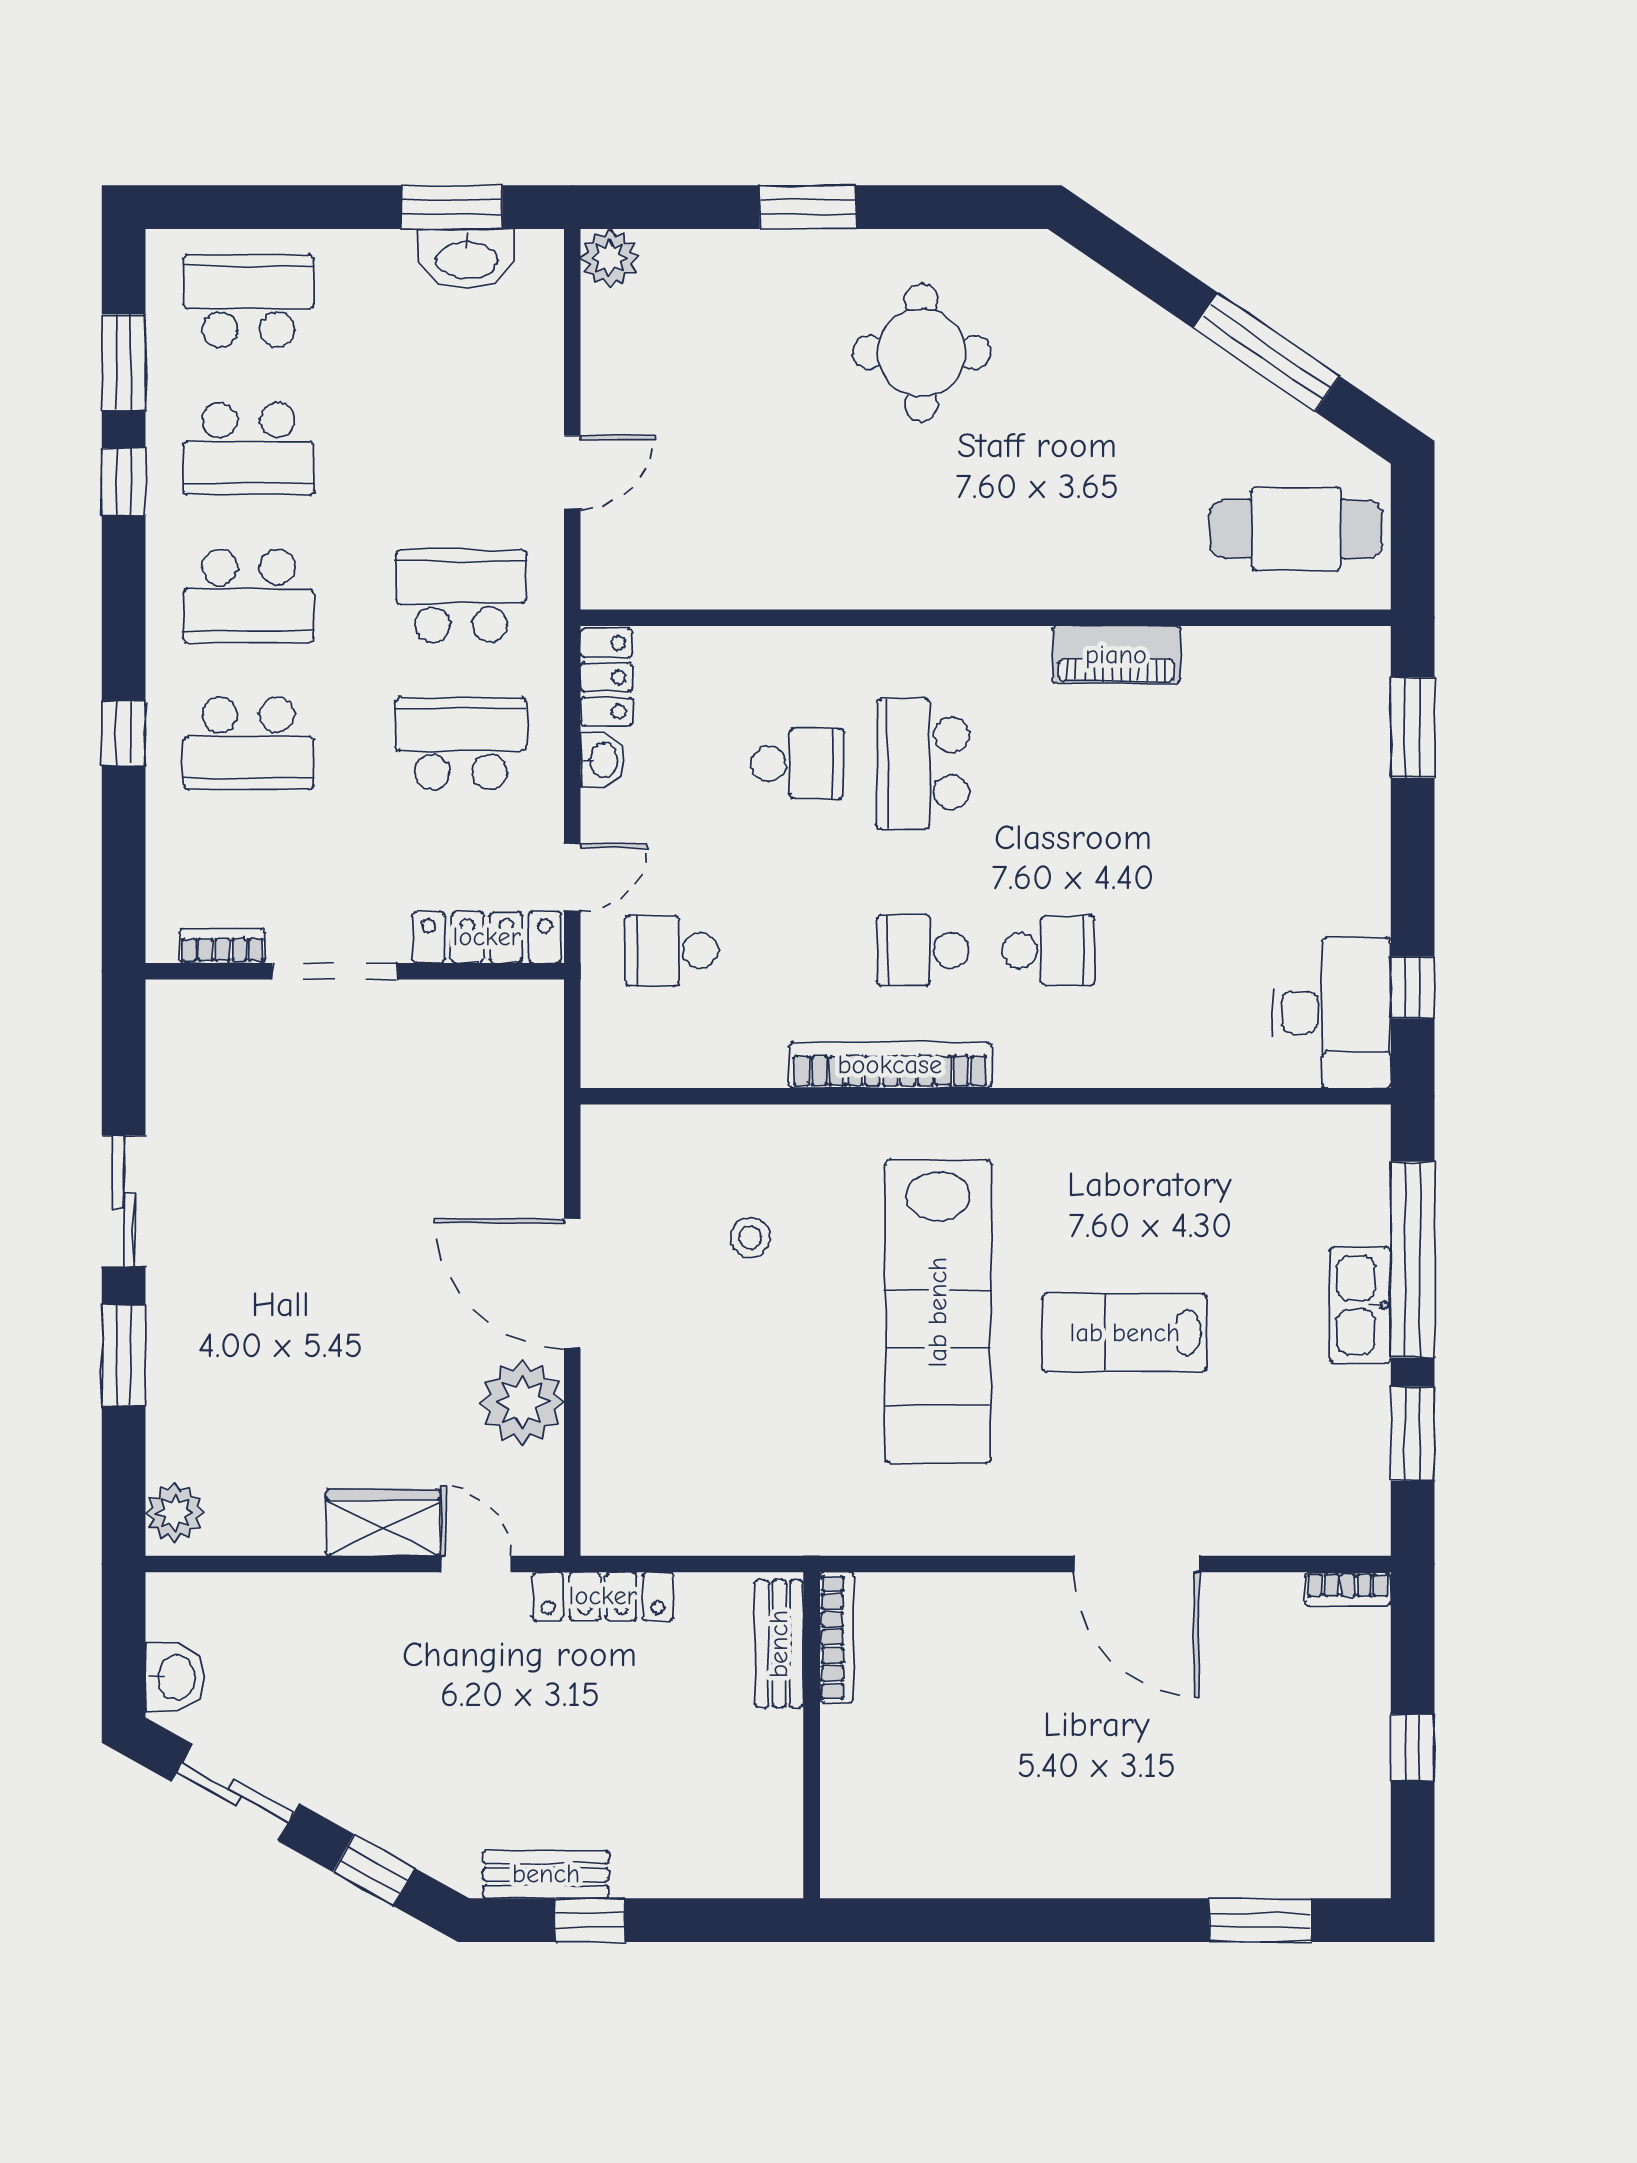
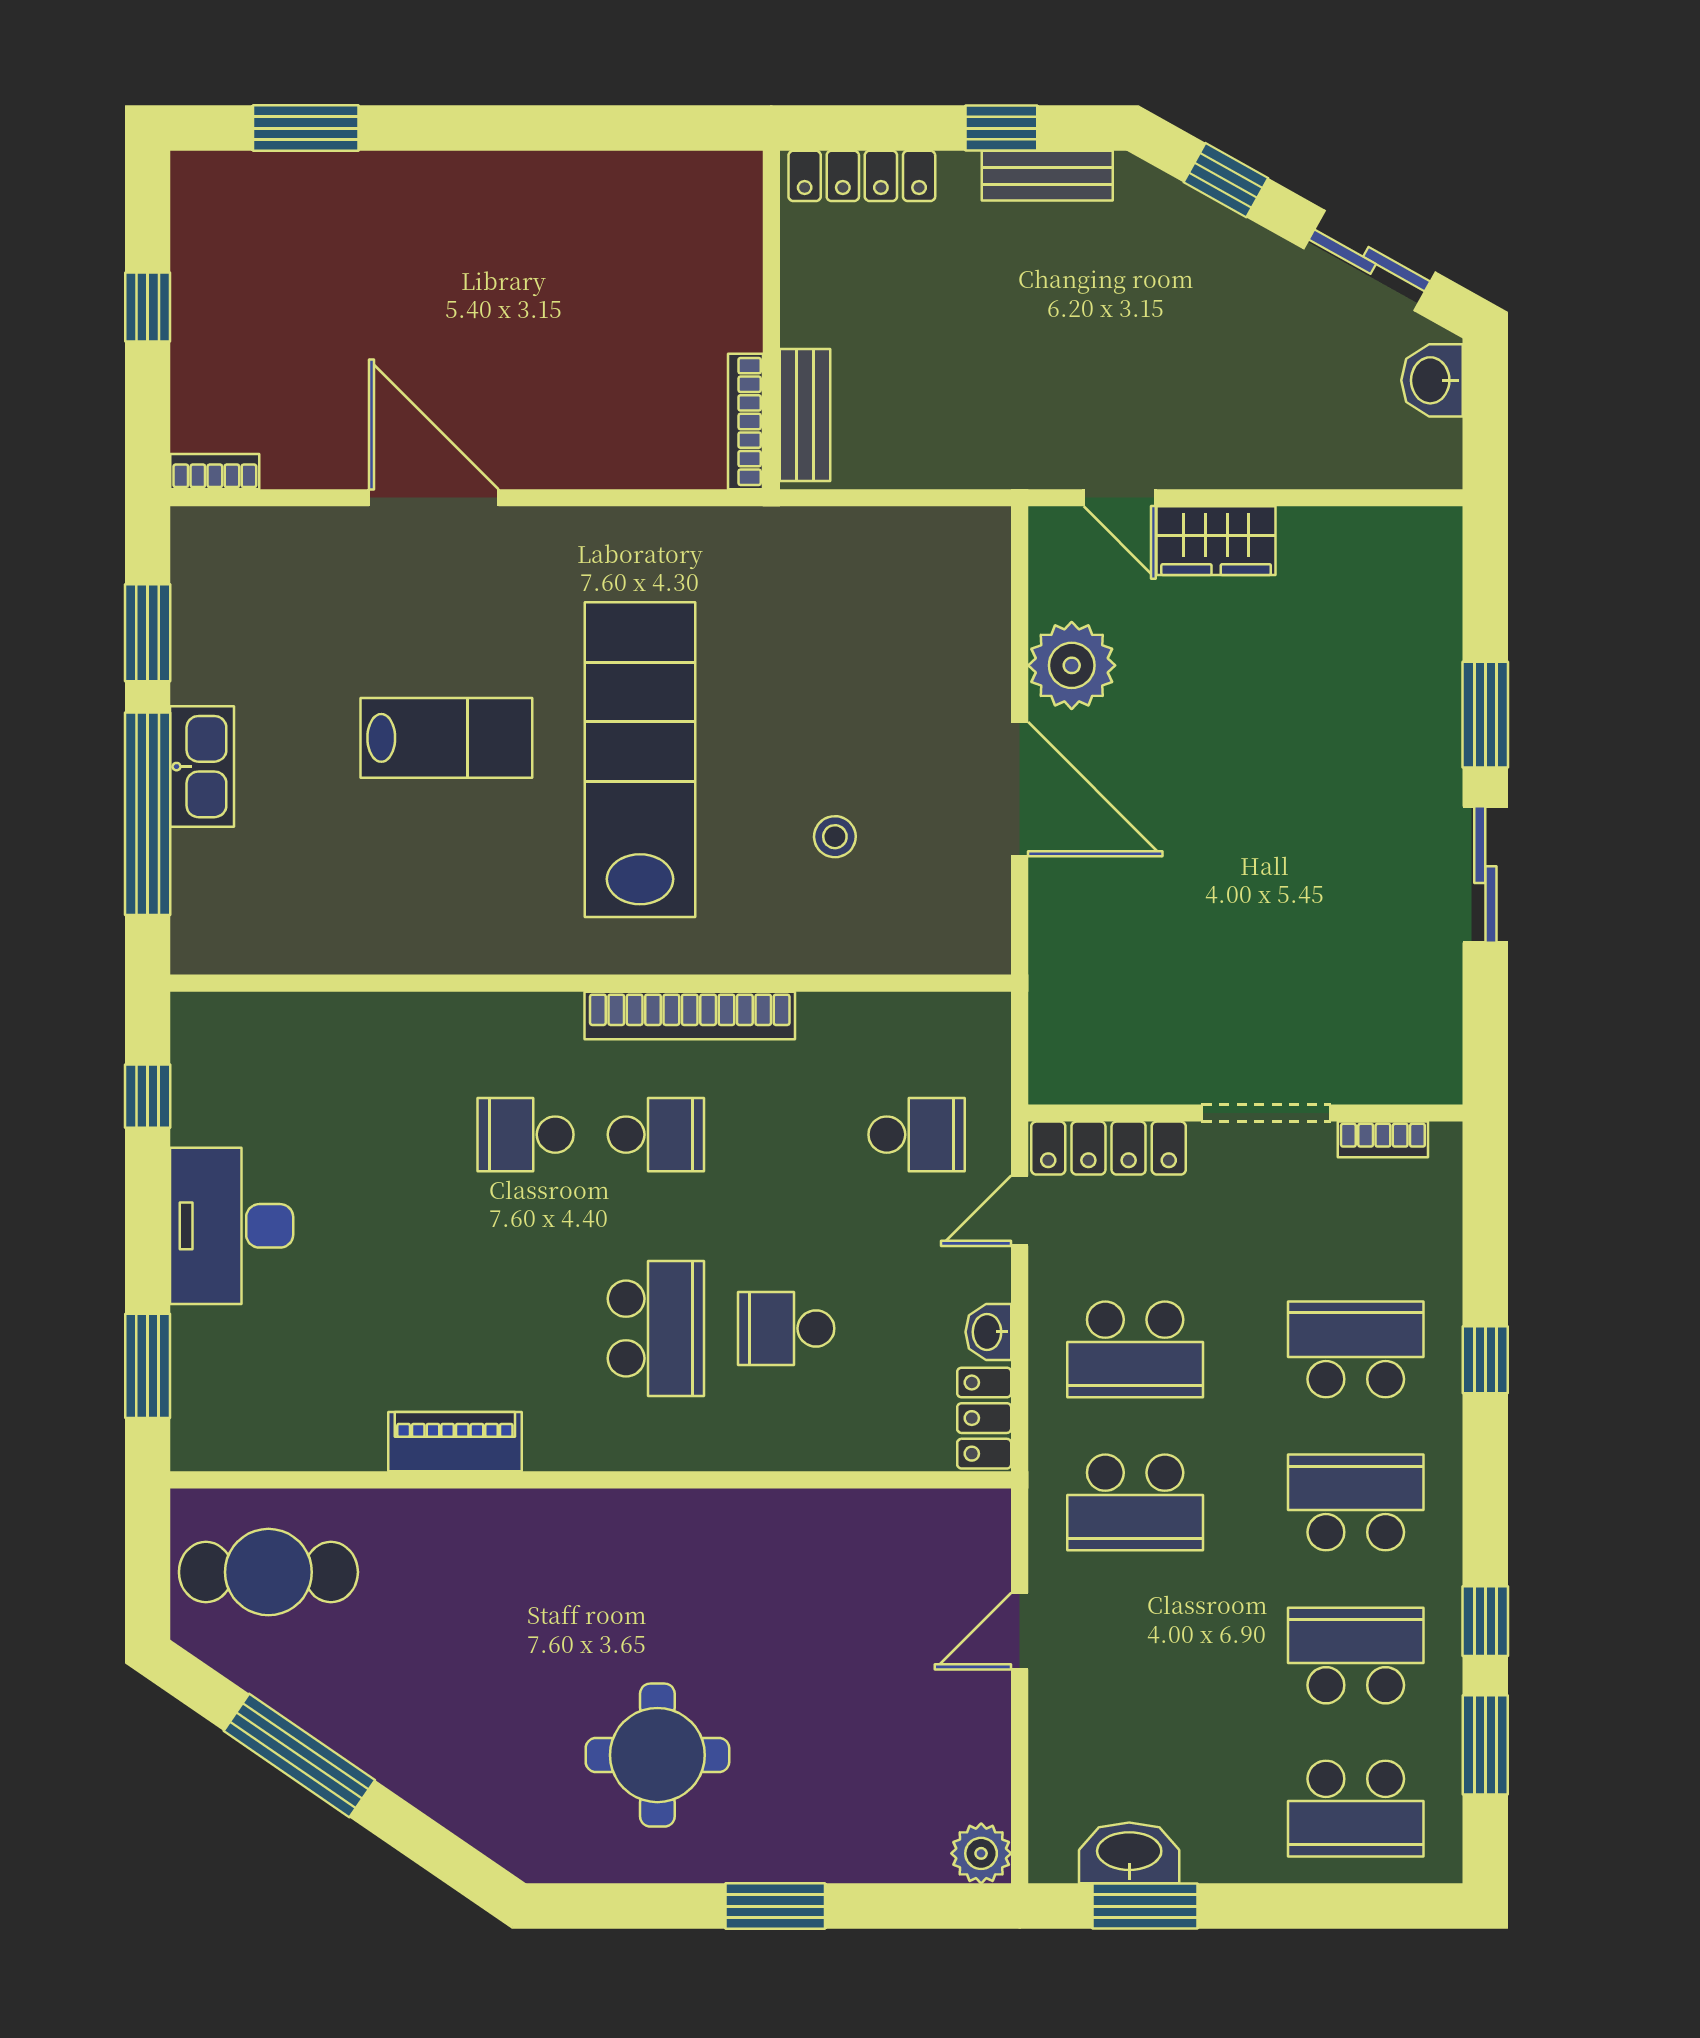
desk: (1332, 1013) -> (232, 1226), moved
plant: (175, 1513) -> (1432, 551), removed
locker: (603, 1596) -> (862, 176), moved, turned 180

